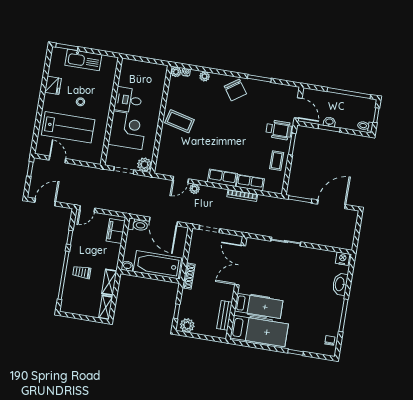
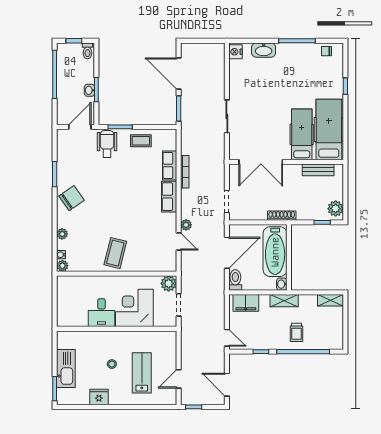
lab bench: (68, 127) -> (142, 373), width x0.73, depth x0.72
shelving: (109, 282) -> (284, 301), moved

